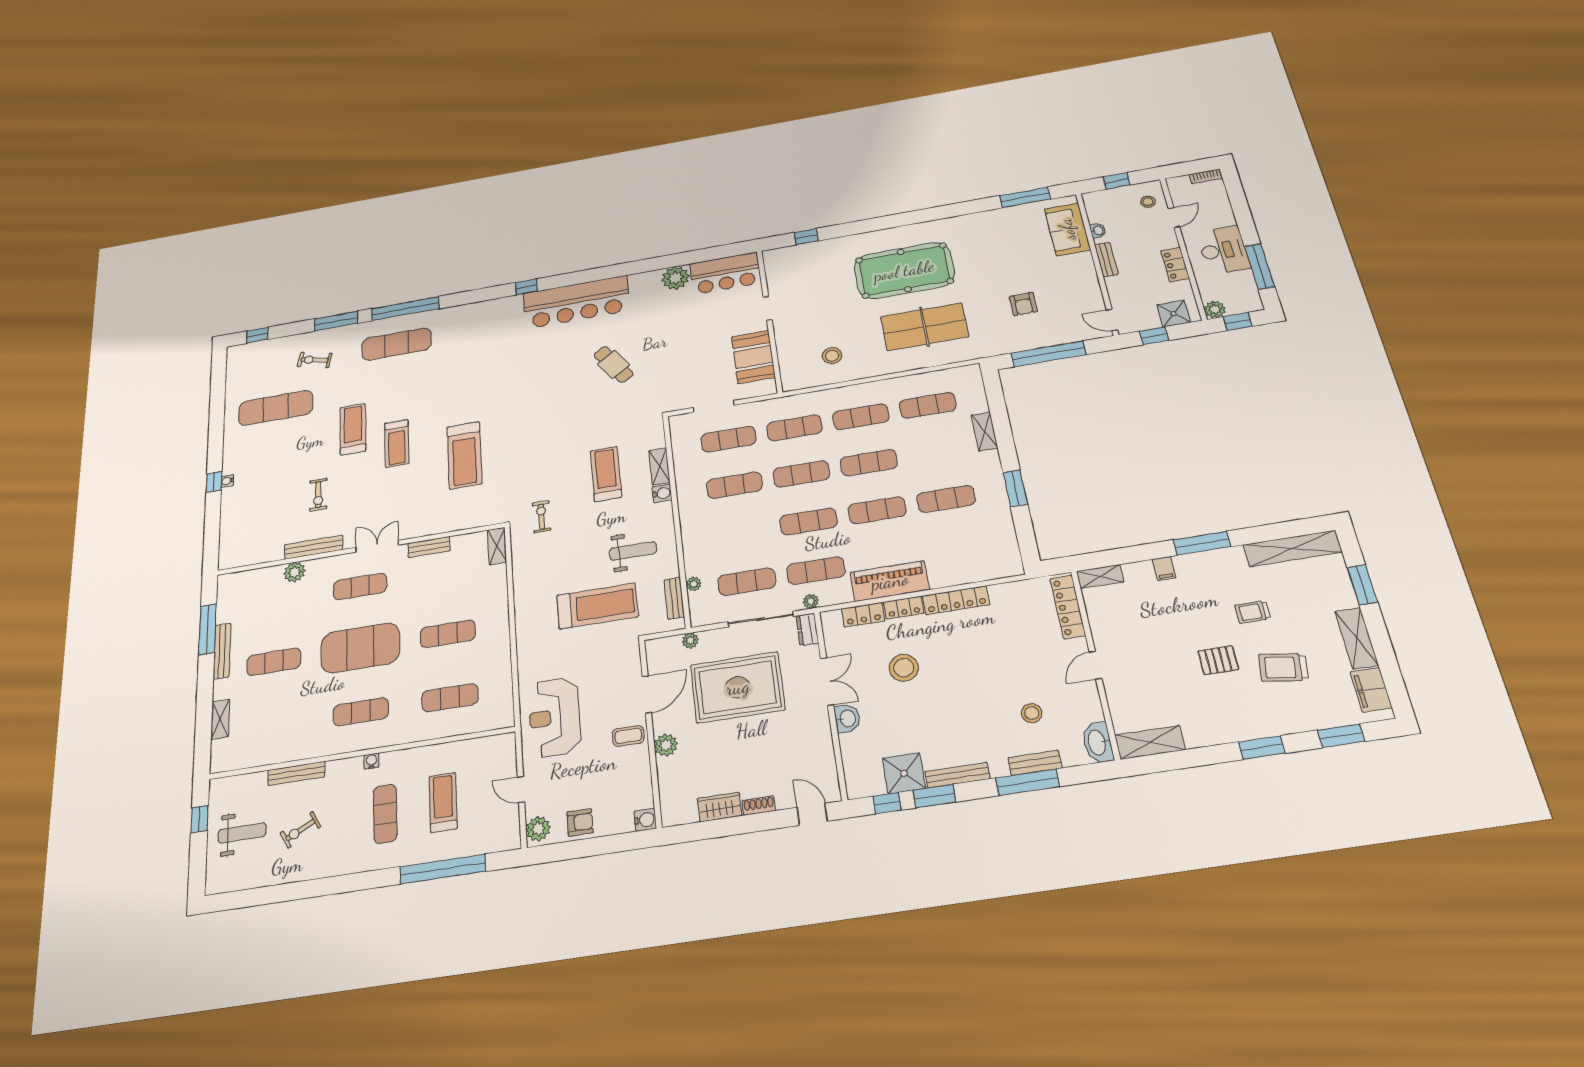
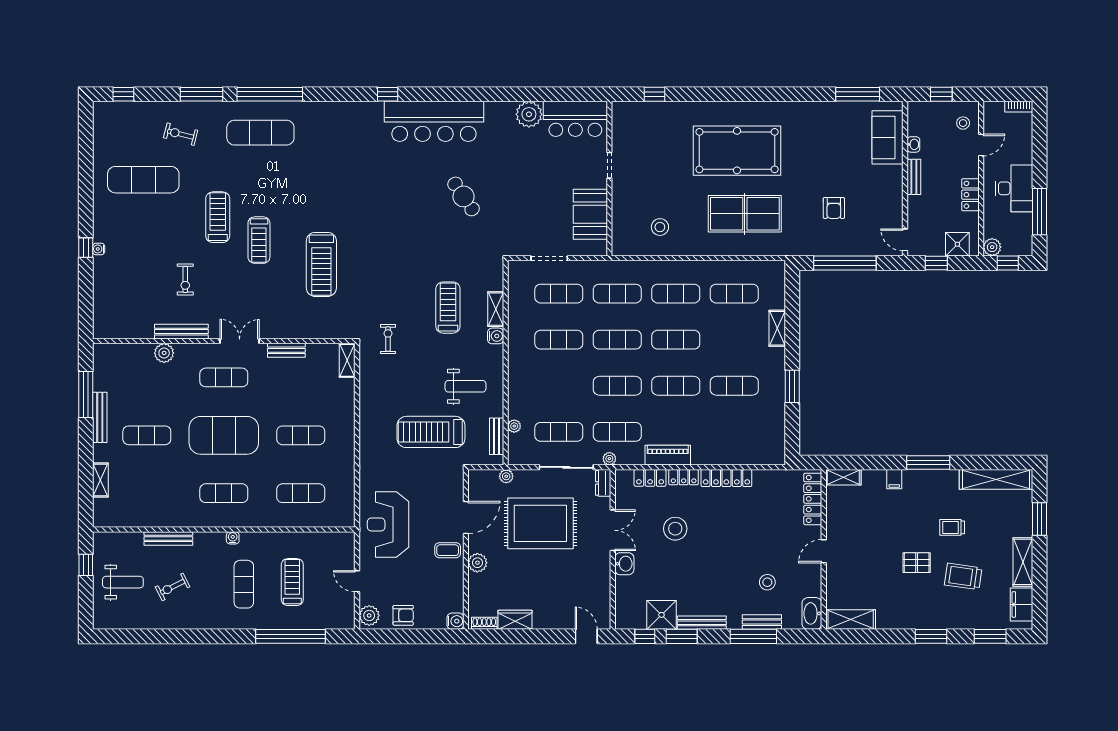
piano: (890, 581) -> (668, 455), width x0.73, depth x0.75
treadmill: (597, 606) -> (431, 432), turned 180
shoe rack: (759, 806) -> (484, 623), moved

